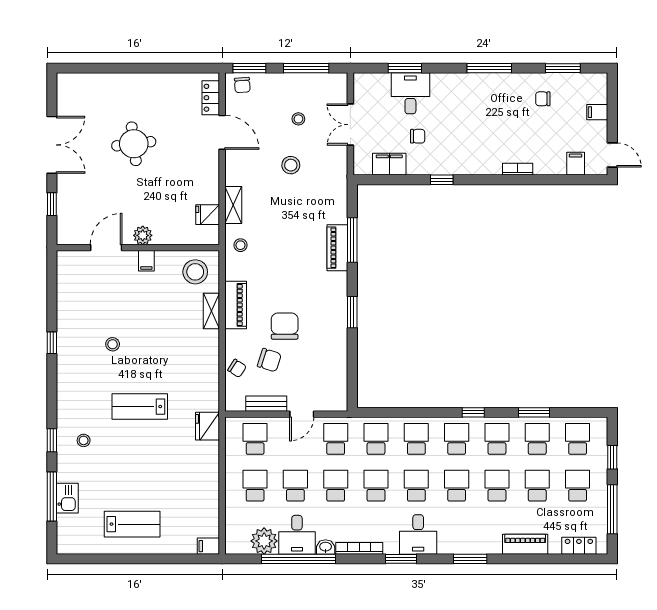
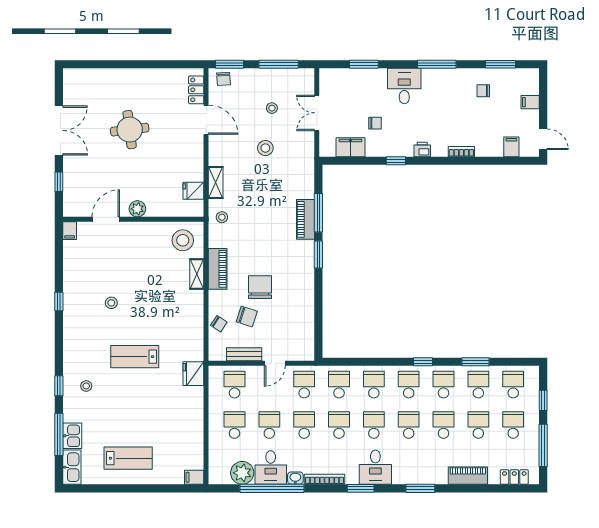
desk: (410, 93) -> (404, 86), moved
printer: (473, 167) -> (422, 149), added
filing cabinet: (146, 261) -> (70, 231), moved
window: (352, 312) -> (318, 255), moved
kitchen sink: (67, 534) -> (72, 467), added

